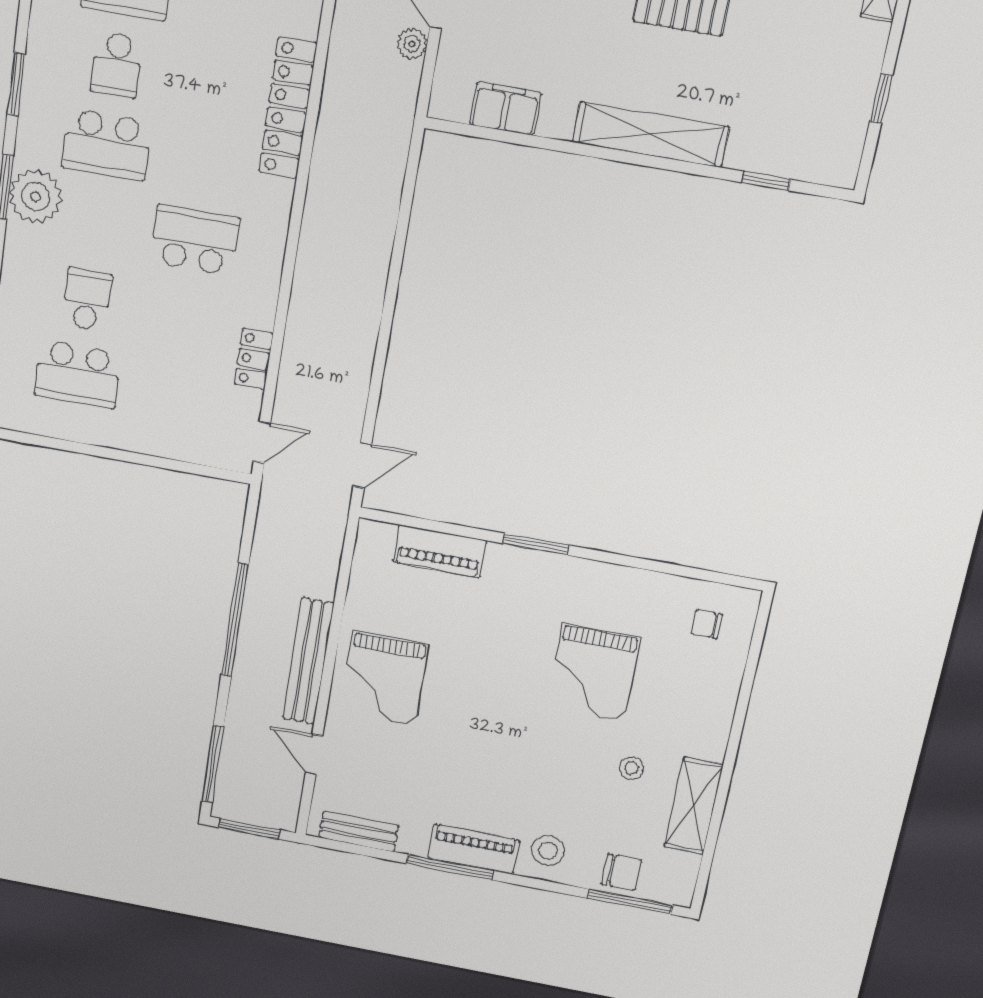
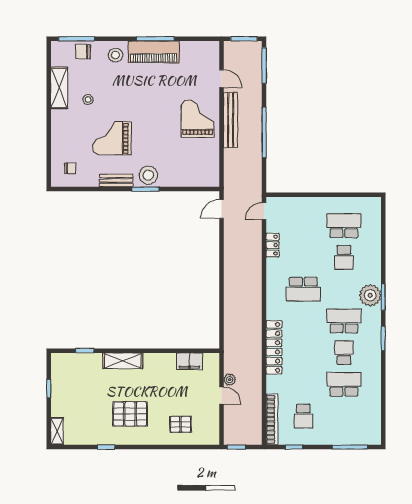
shelving: (651, 135) -> (123, 361), width x0.68
piano: (440, 551) -> (184, 179), removed
stool: (523, 574) -> (148, 175), added
grand piano: (593, 673) -> (112, 138), turned -90
bench: (359, 831) -> (116, 181), moved
piano: (473, 849) -> (154, 52), width x1.37, depth x1.33

